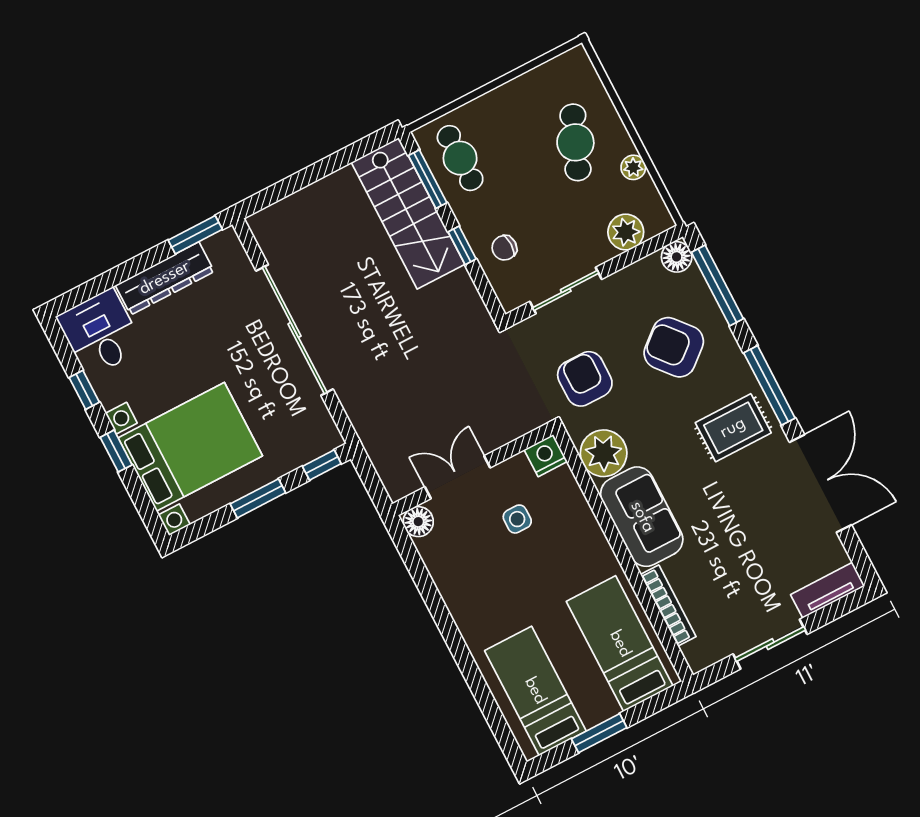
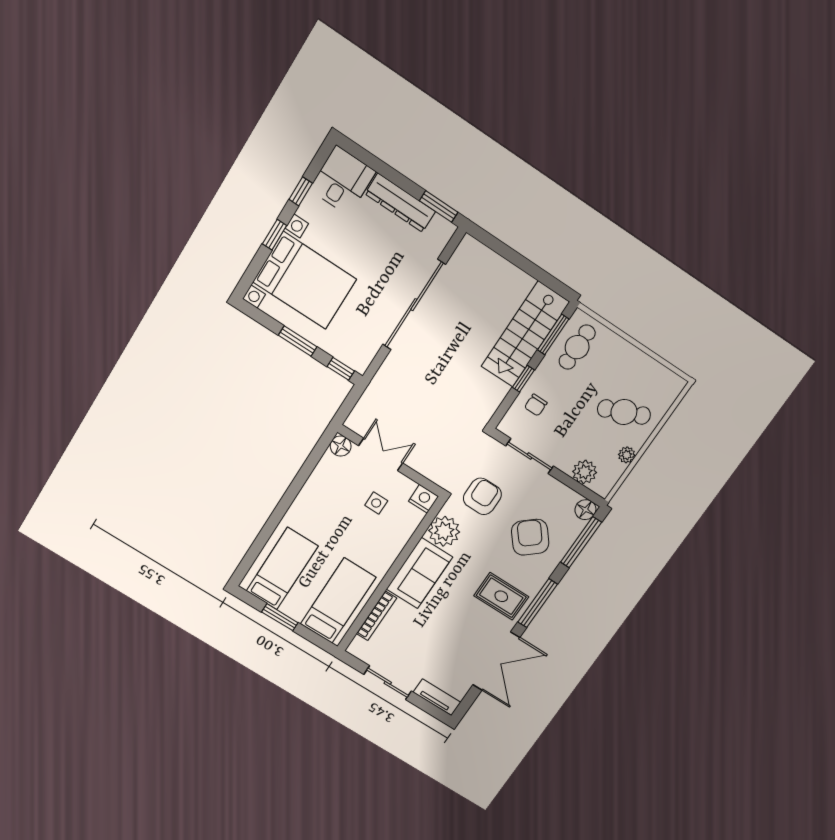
cafe table: (575, 142) -> (624, 412), turned 46
chair: (504, 248) -> (536, 405), turned -90

